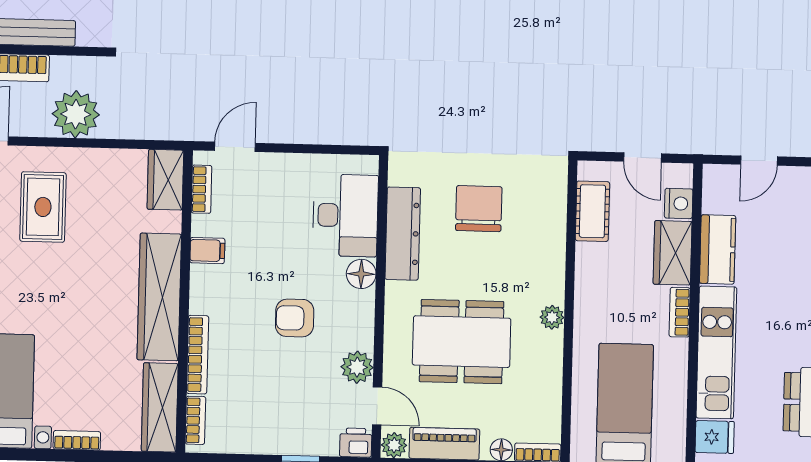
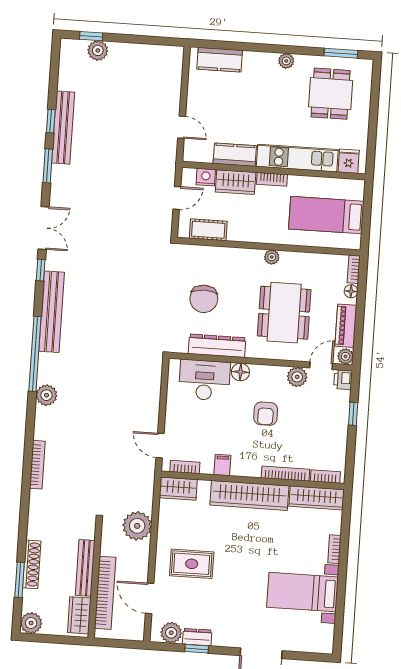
plant: (76, 114) -> (137, 526), moved
chair: (479, 209) -> (204, 299), turned -90

